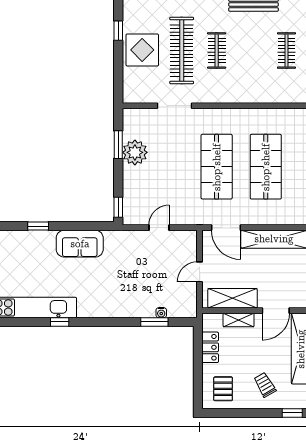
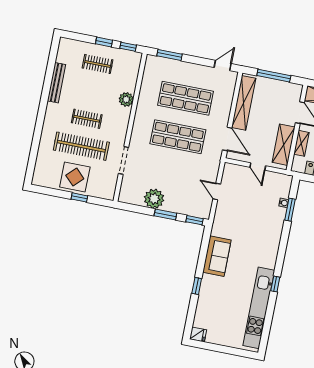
window: (118, 31) -> (79, 197), moved
plant: (250, 94) -> (126, 99), added
window: (118, 145) -> (165, 214), moved
door: (226, 228) -> (227, 139), hinge flipped

